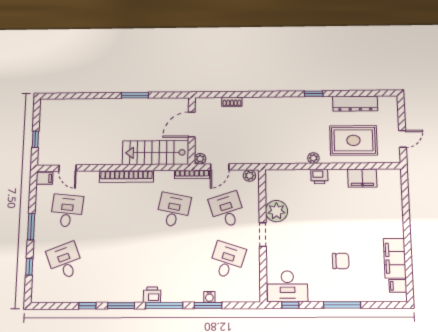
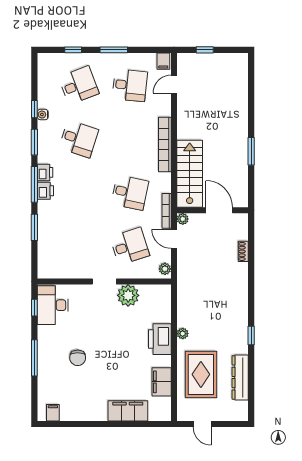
printer: (319, 176) -> (160, 339), width x1.87, depth x1.48
filing cabinet: (395, 258) -> (128, 411), moved
desk: (227, 260) -> (79, 139), moved
printer: (171, 294) -> (45, 191), added
water cooler: (209, 297) -> (43, 115), moved

